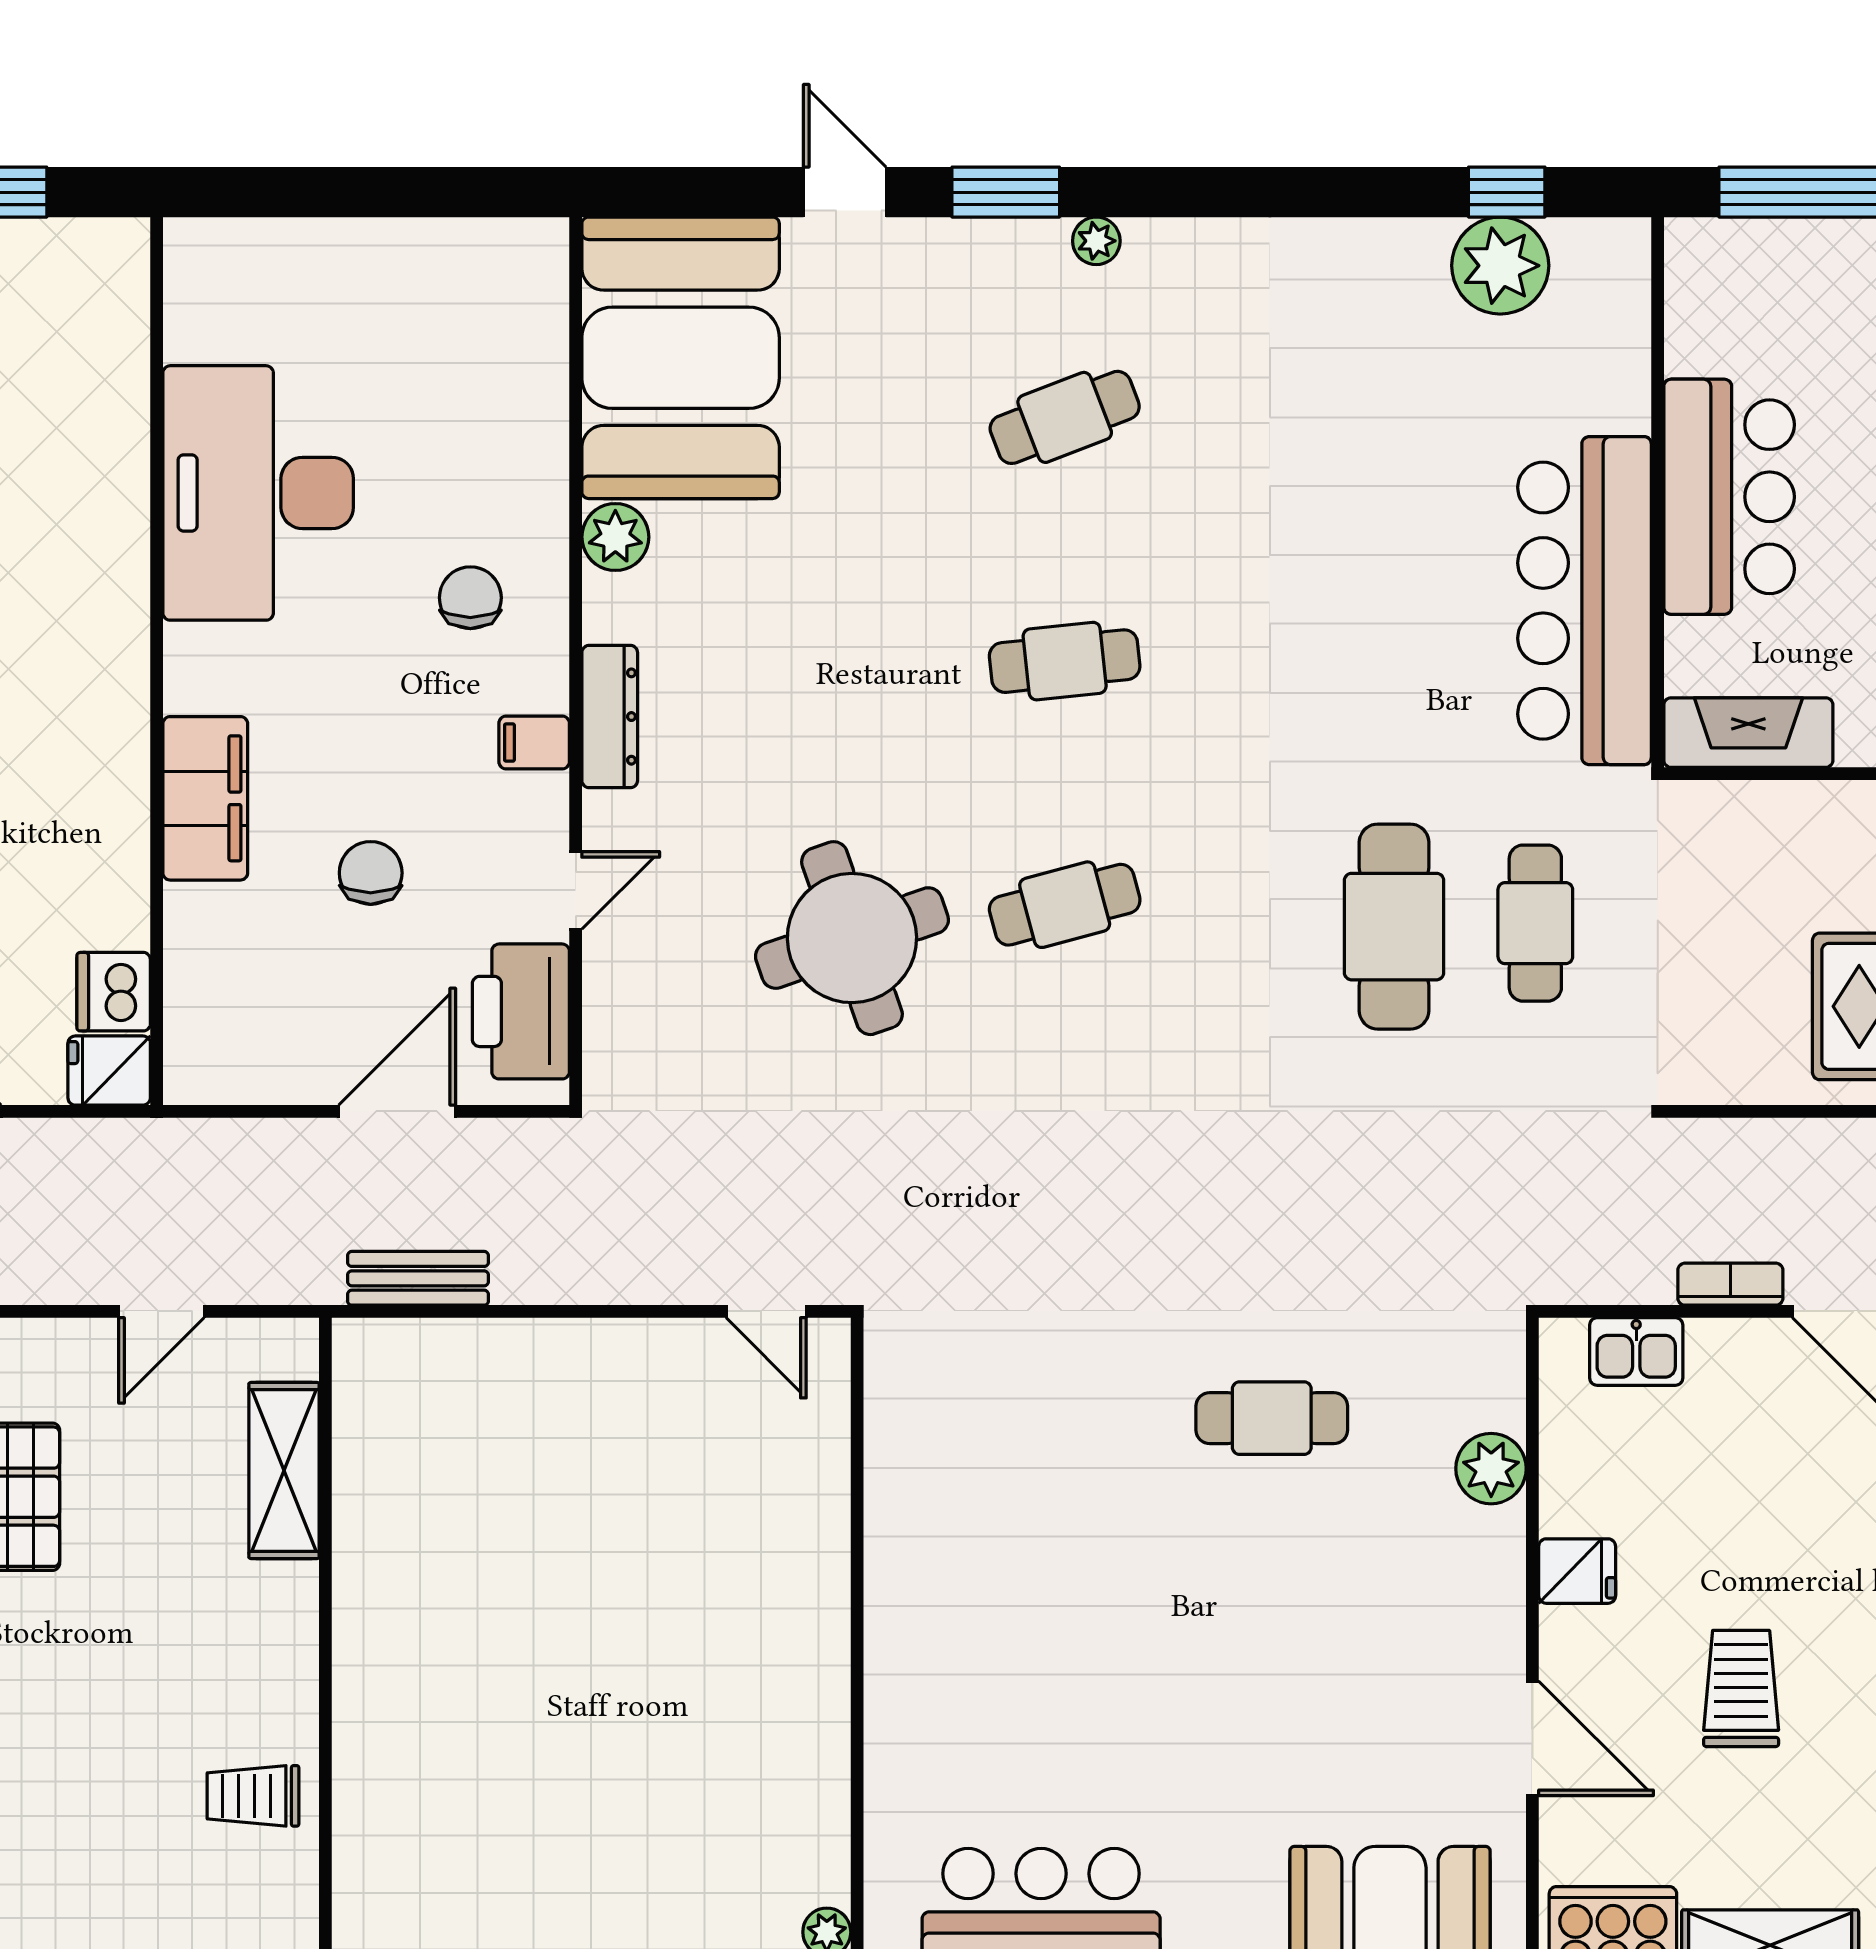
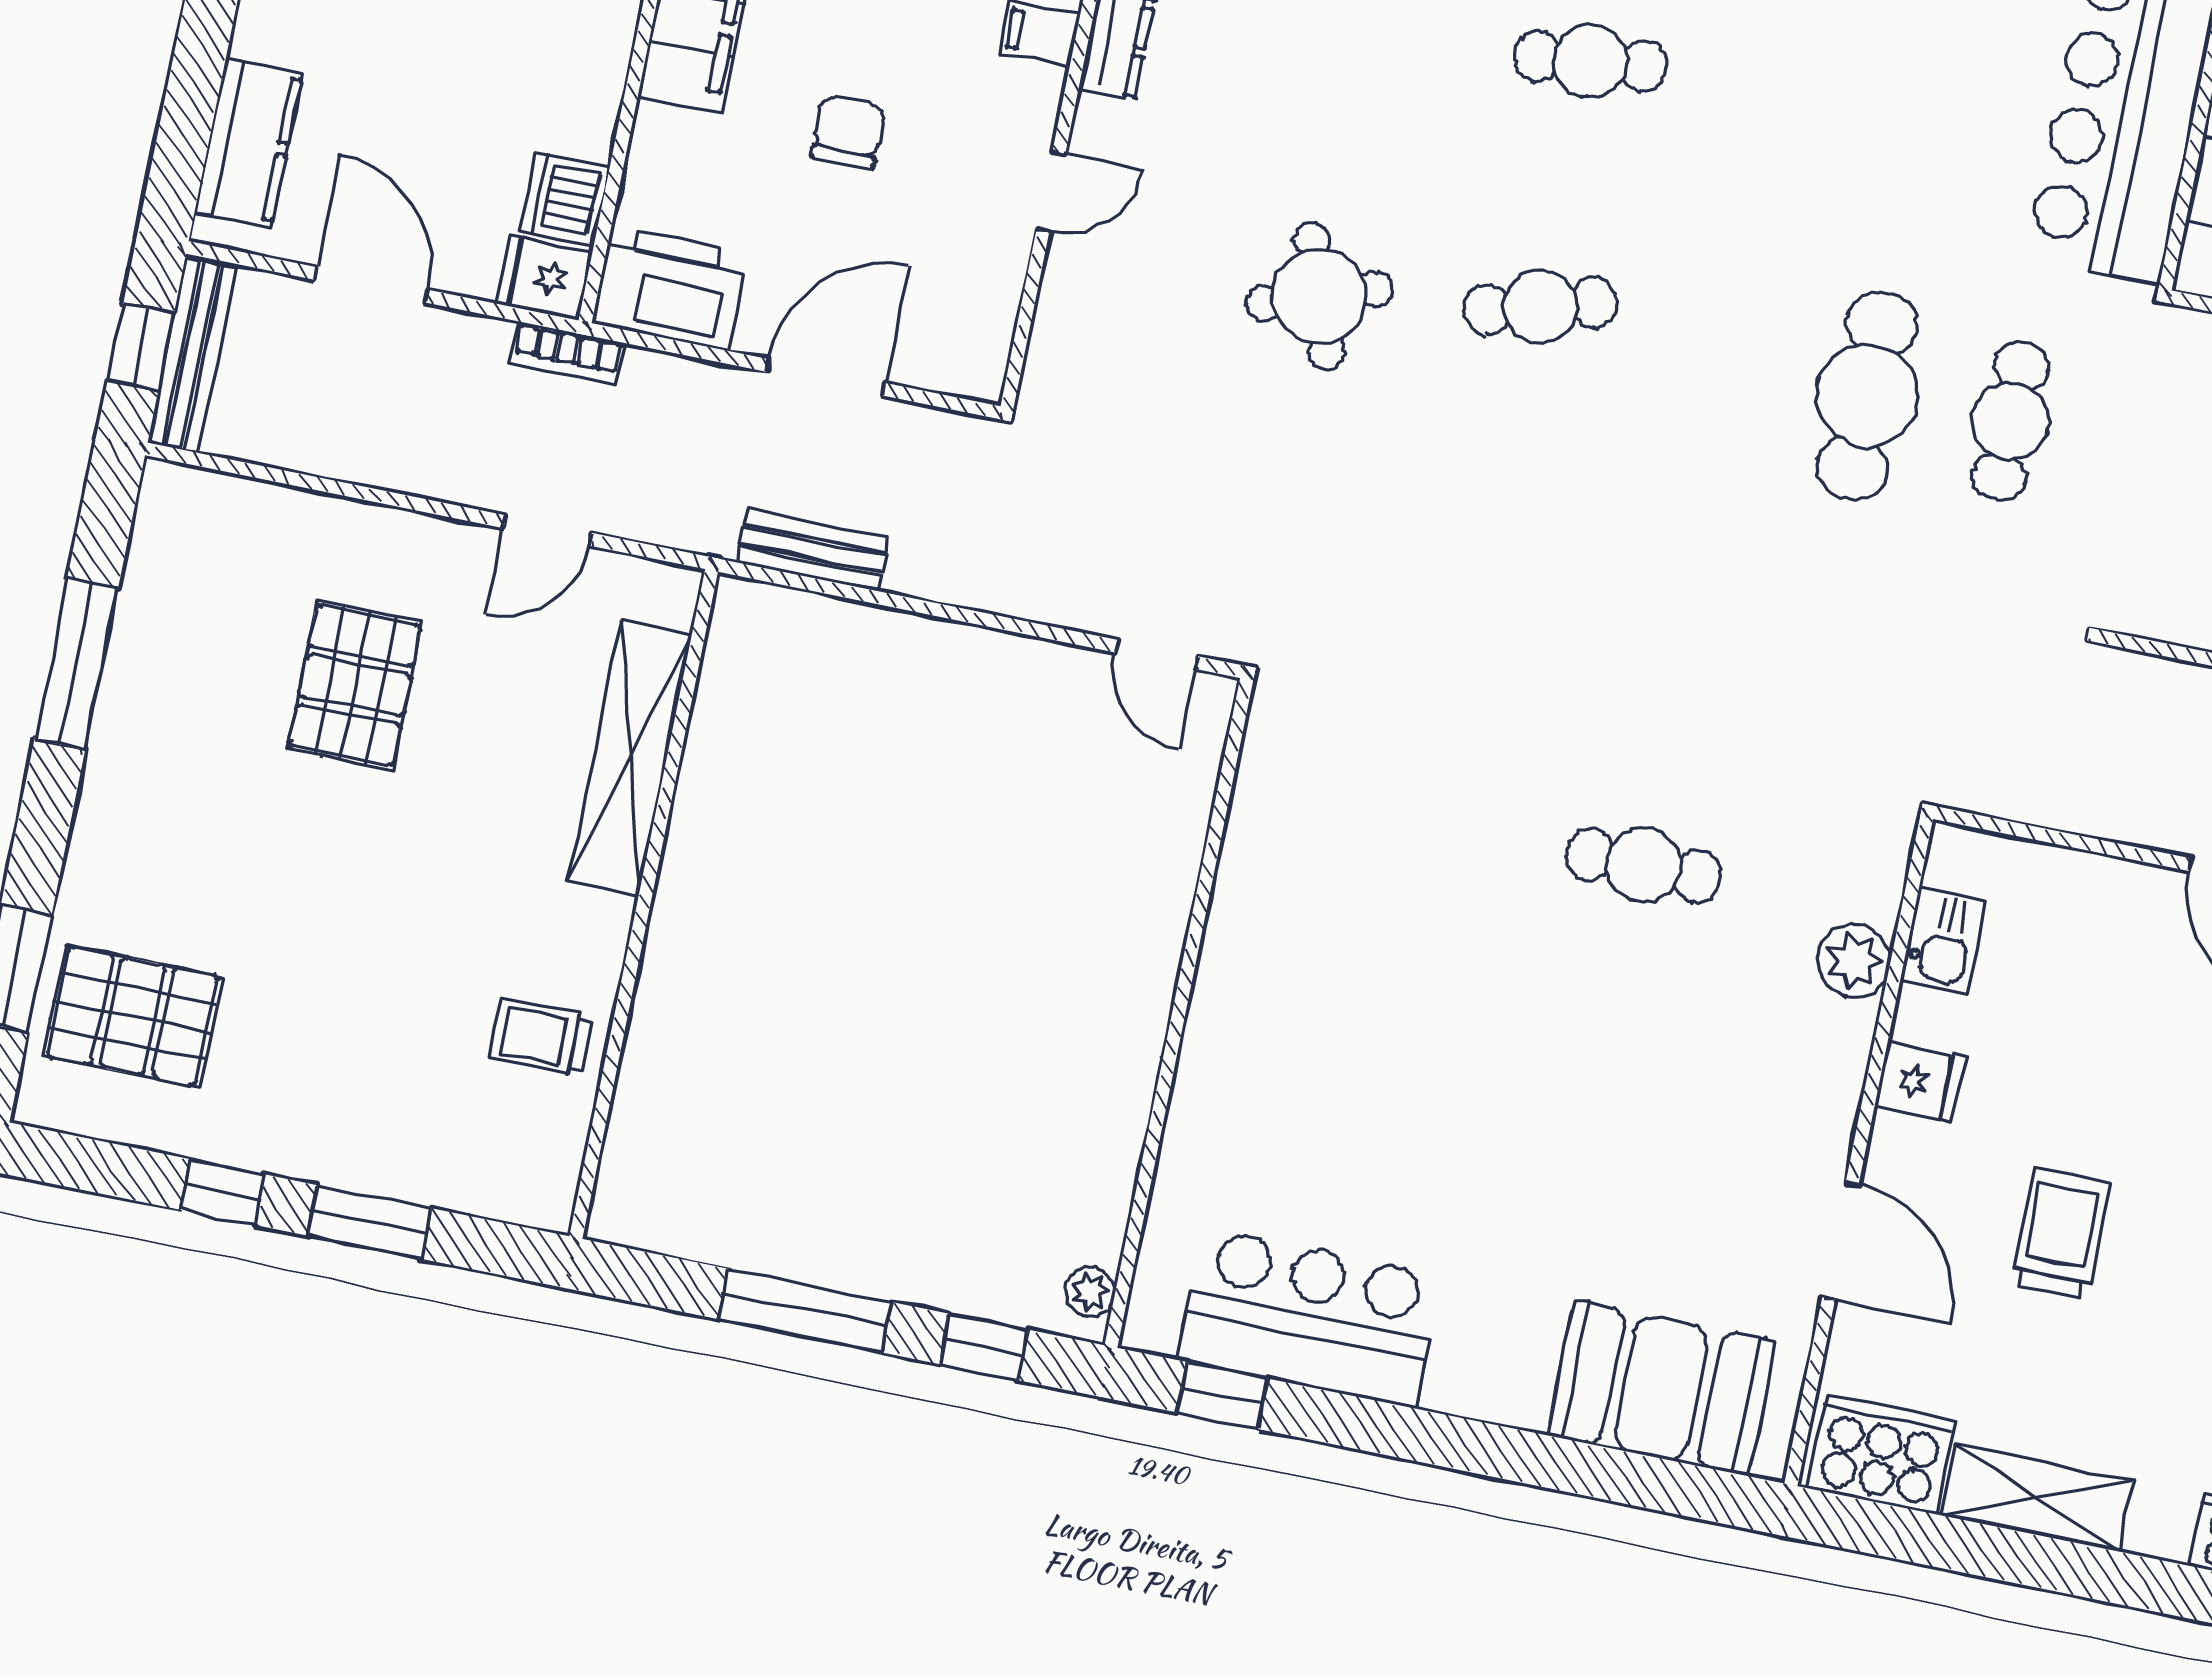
round table: (852, 938) -> (1319, 296), width x0.73, depth x0.73
printer: (521, 1011) -> (669, 288), moved, turned 90
bookcase: (1730, 1284) -> (567, 353), moved, turned 180
kitchen sink: (1636, 1352) -> (1944, 940), moved, turned -90
shelving: (284, 1471) -> (630, 757), width x1.47

